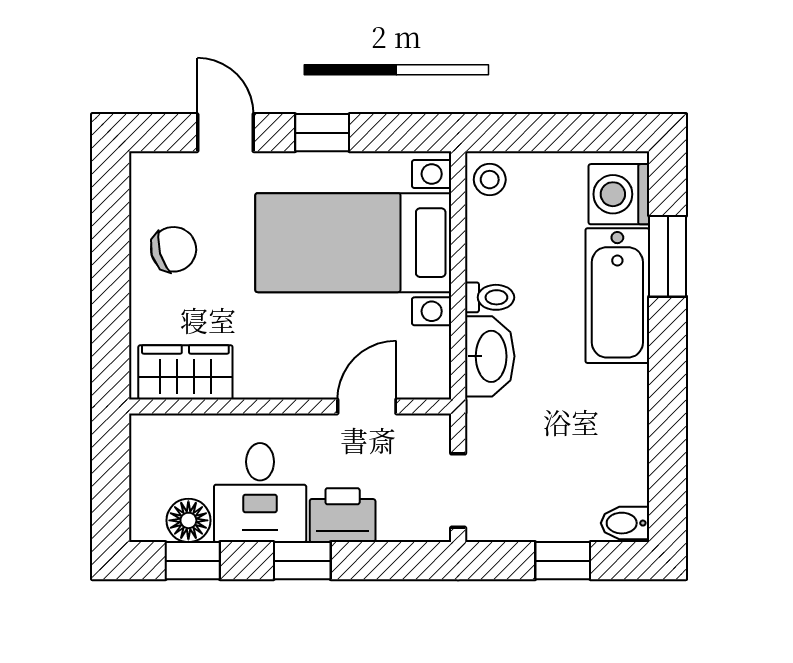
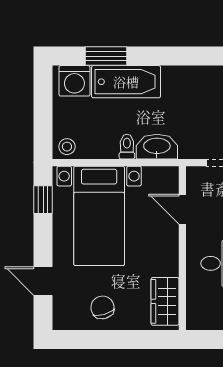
door: (225, 133) -> (43, 281), hinge flipped
window: (322, 133) -> (43, 200), moved

